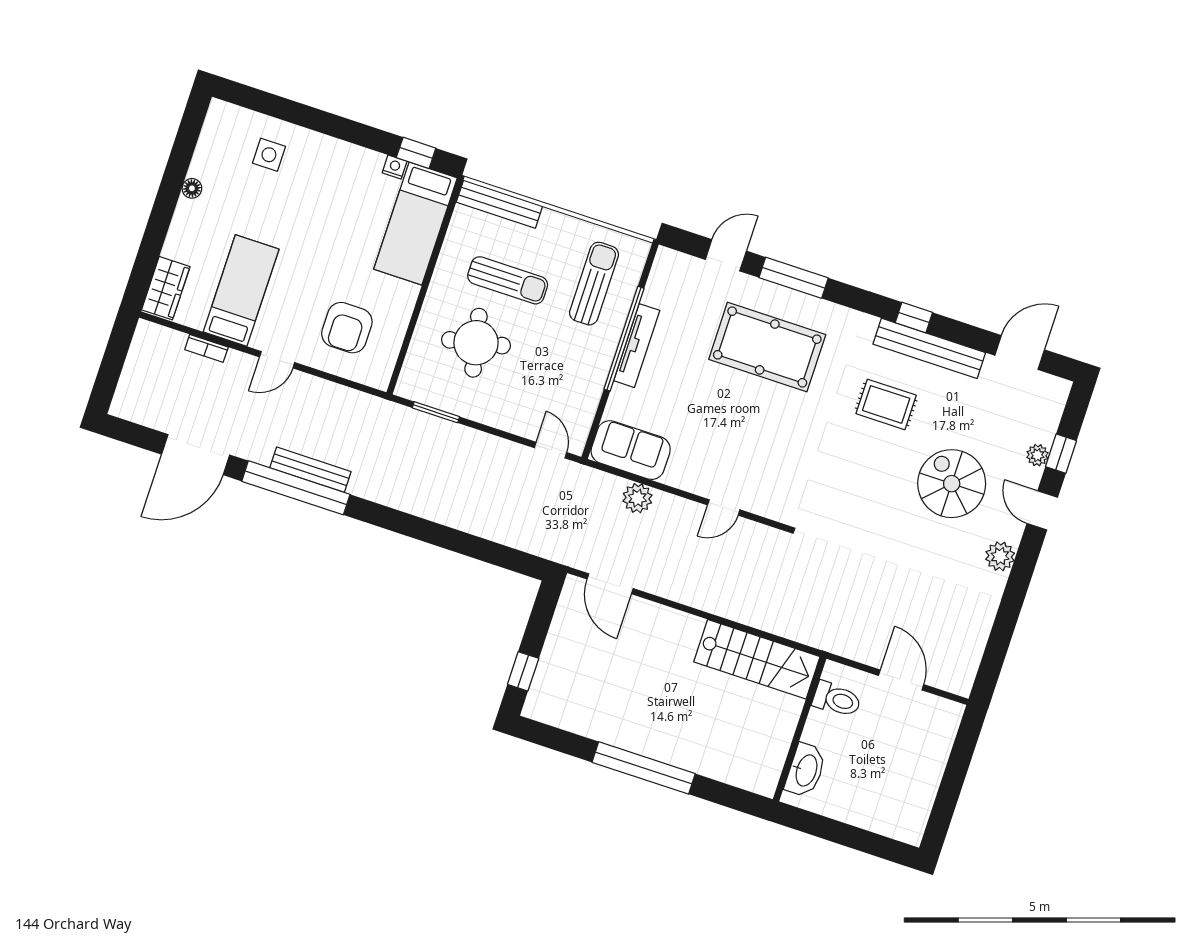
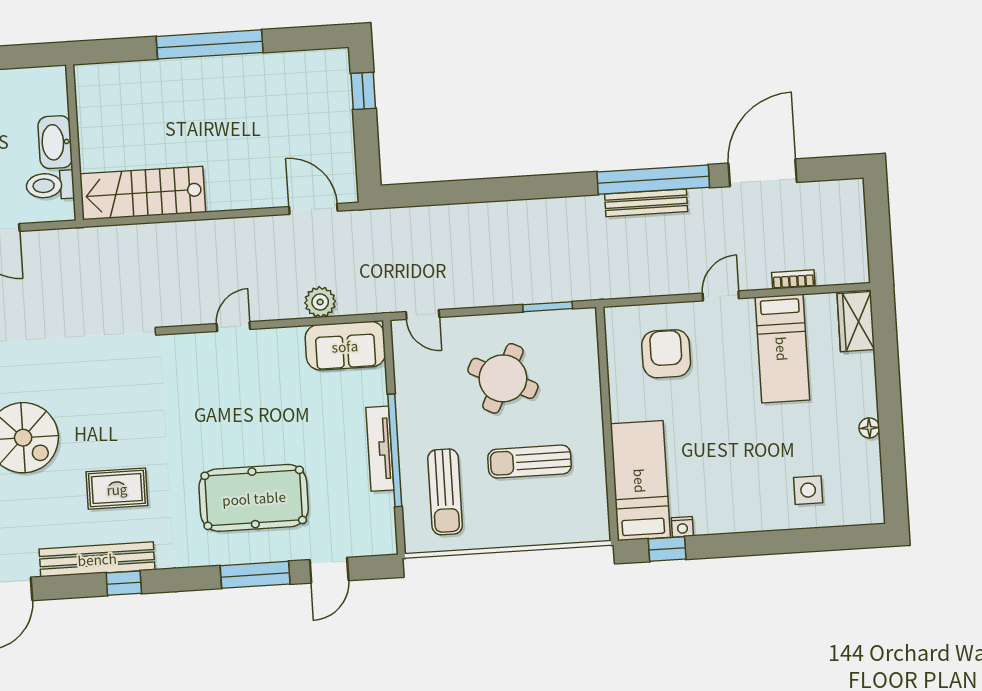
bench: (499, 204) -> (567, 532), removed
round table: (476, 343) -> (503, 378), moved, turned 38
washbasin: (806, 770) -> (55, 142), moved

